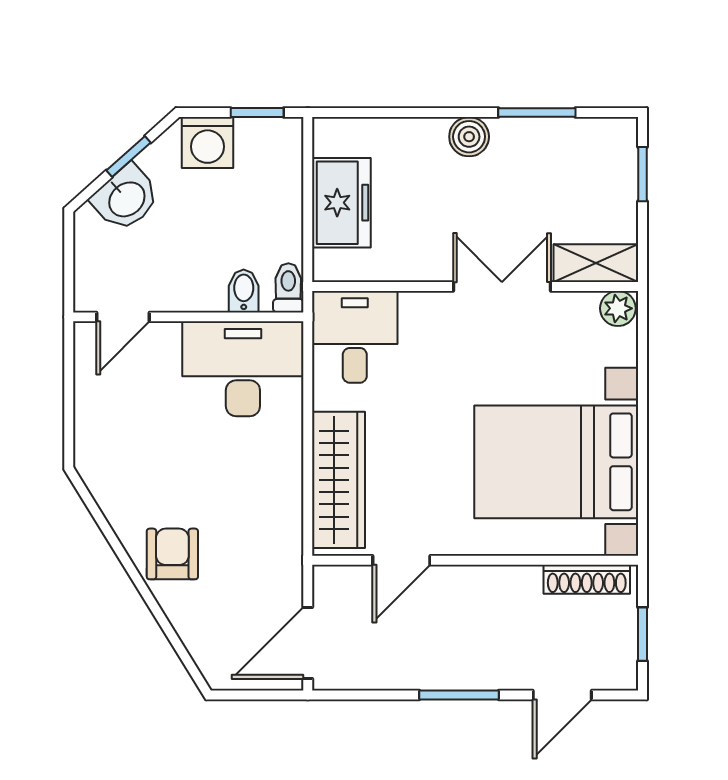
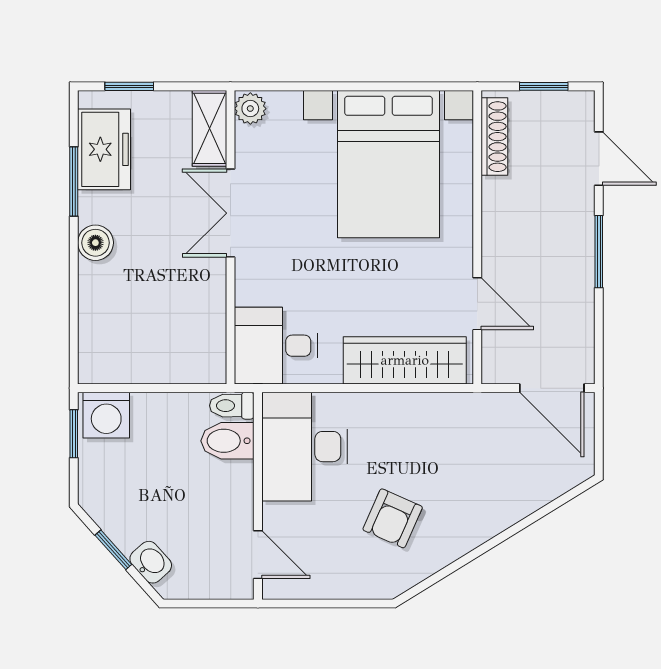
washing machine: (208, 143) -> (106, 415), moved, turned 90
washbasin: (126, 198) -> (151, 562), width x0.72, depth x0.69
freezer: (341, 203) -> (104, 149), moved, turned 90
bidet: (244, 291) -> (227, 441), width x1.38, depth x1.36
armchair: (172, 554) -> (393, 518), moved, turned -66

